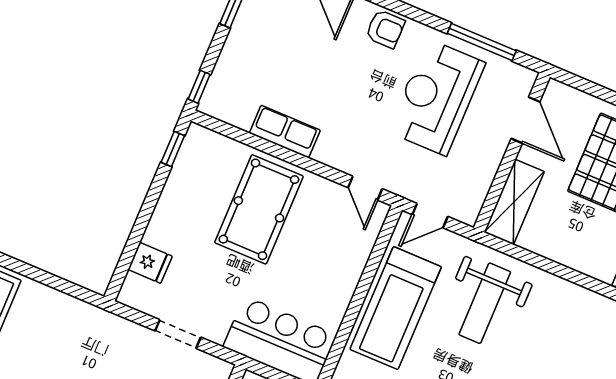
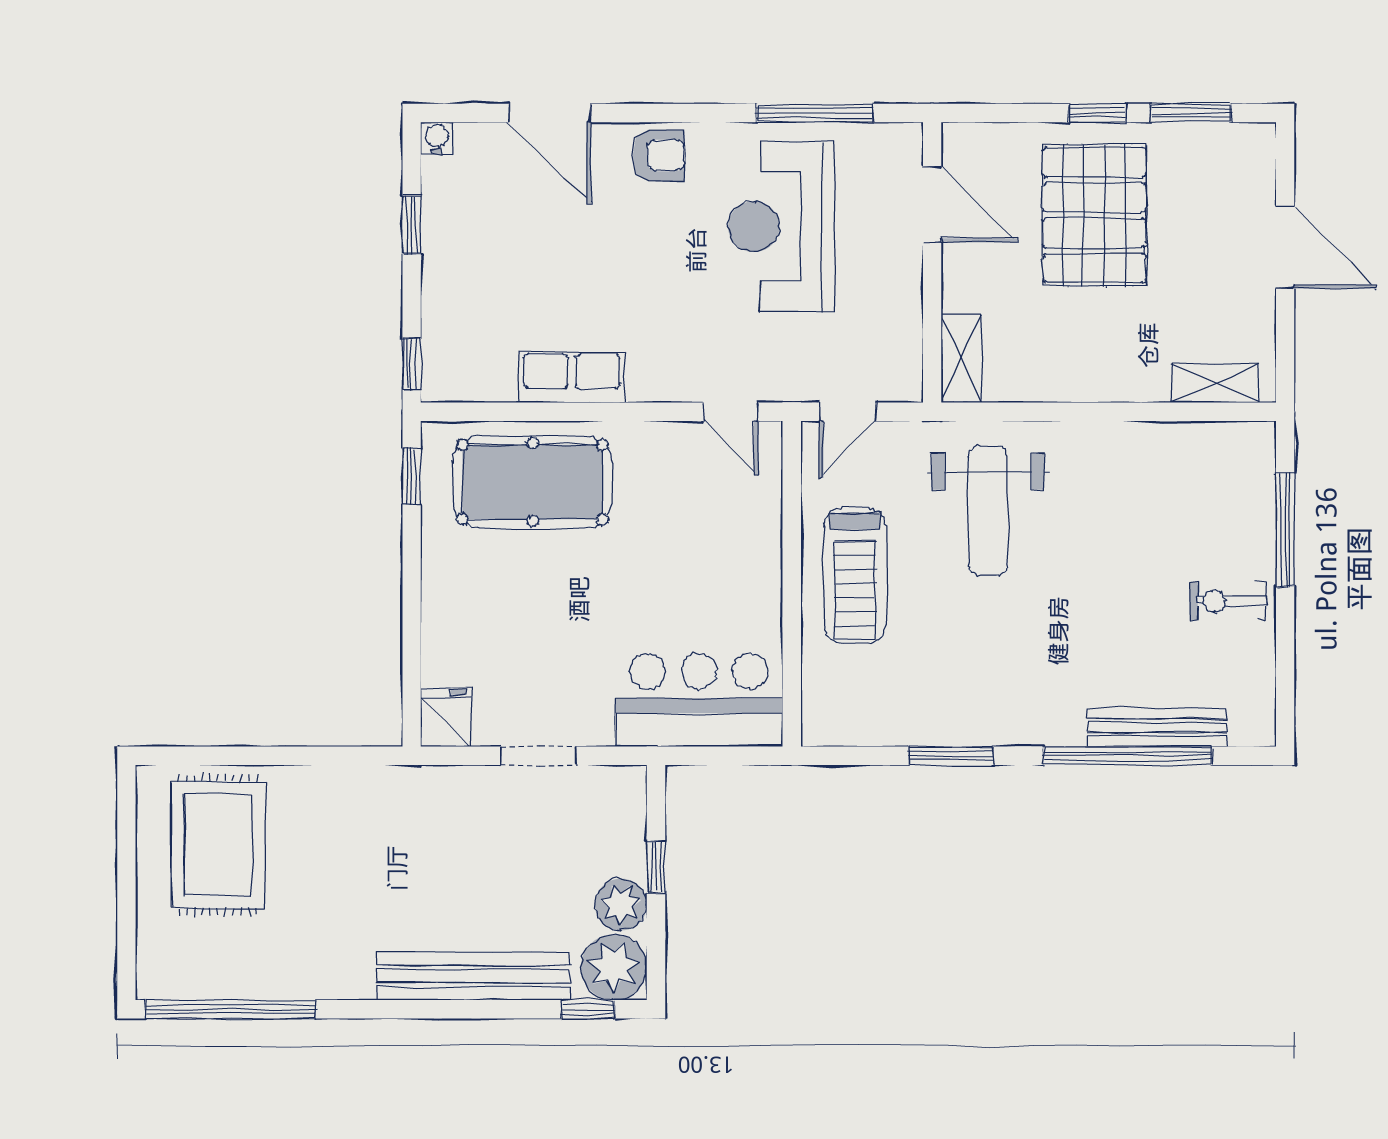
shelving: (514, 202) -> (961, 359), width x0.67, depth x0.75
pool table: (259, 209) -> (532, 482), moved, turned 90
fridge: (150, 263) -> (446, 717), moved, turned -90
treadmill: (396, 308) -> (855, 576), width x0.73, depth x0.73

